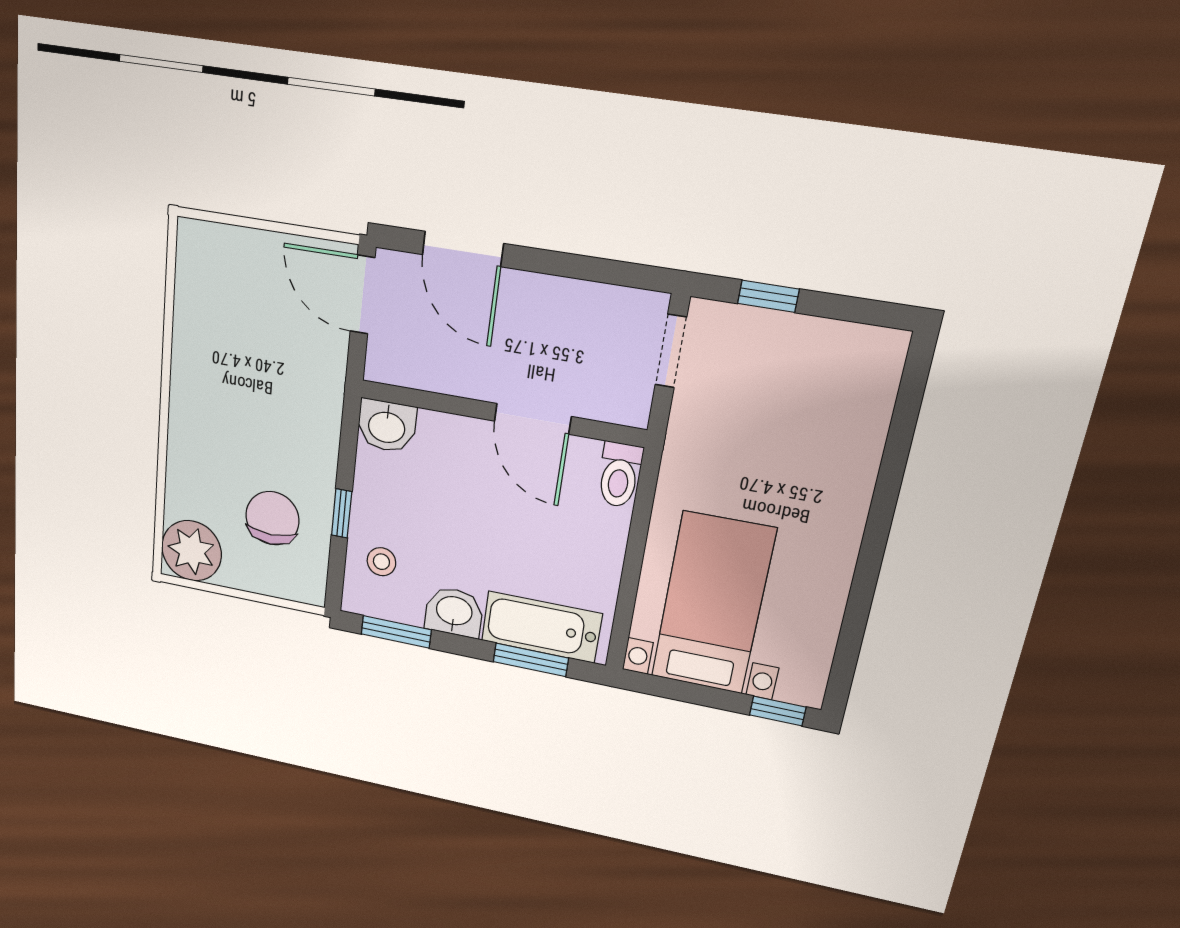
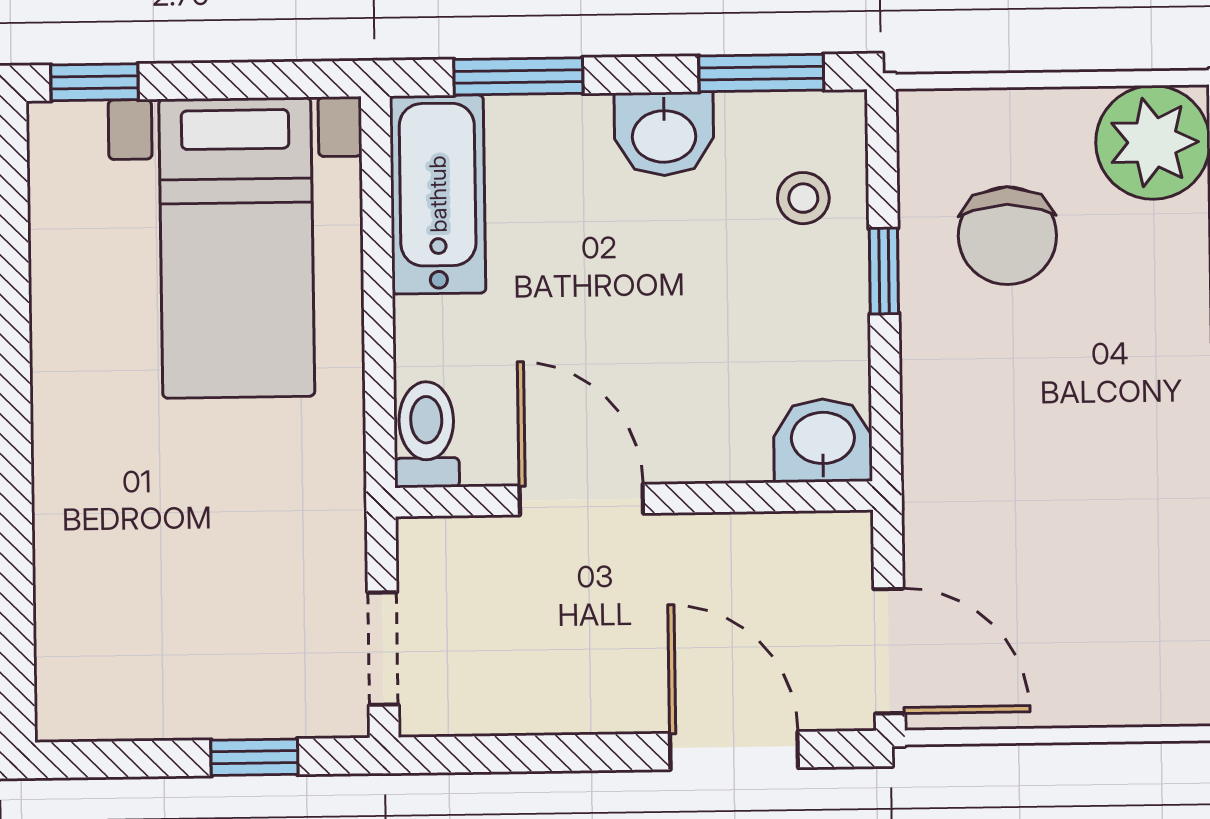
bathtub: (541, 627) -> (438, 194), moved, turned -90

